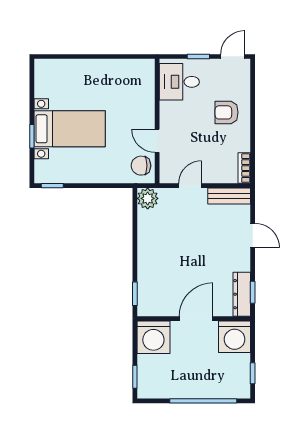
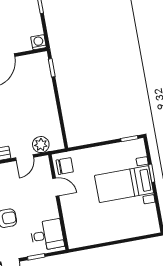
plant: (148, 198) -> (41, 145), moved
washing machine: (153, 337) -> (38, 42), width x0.53, depth x0.53

